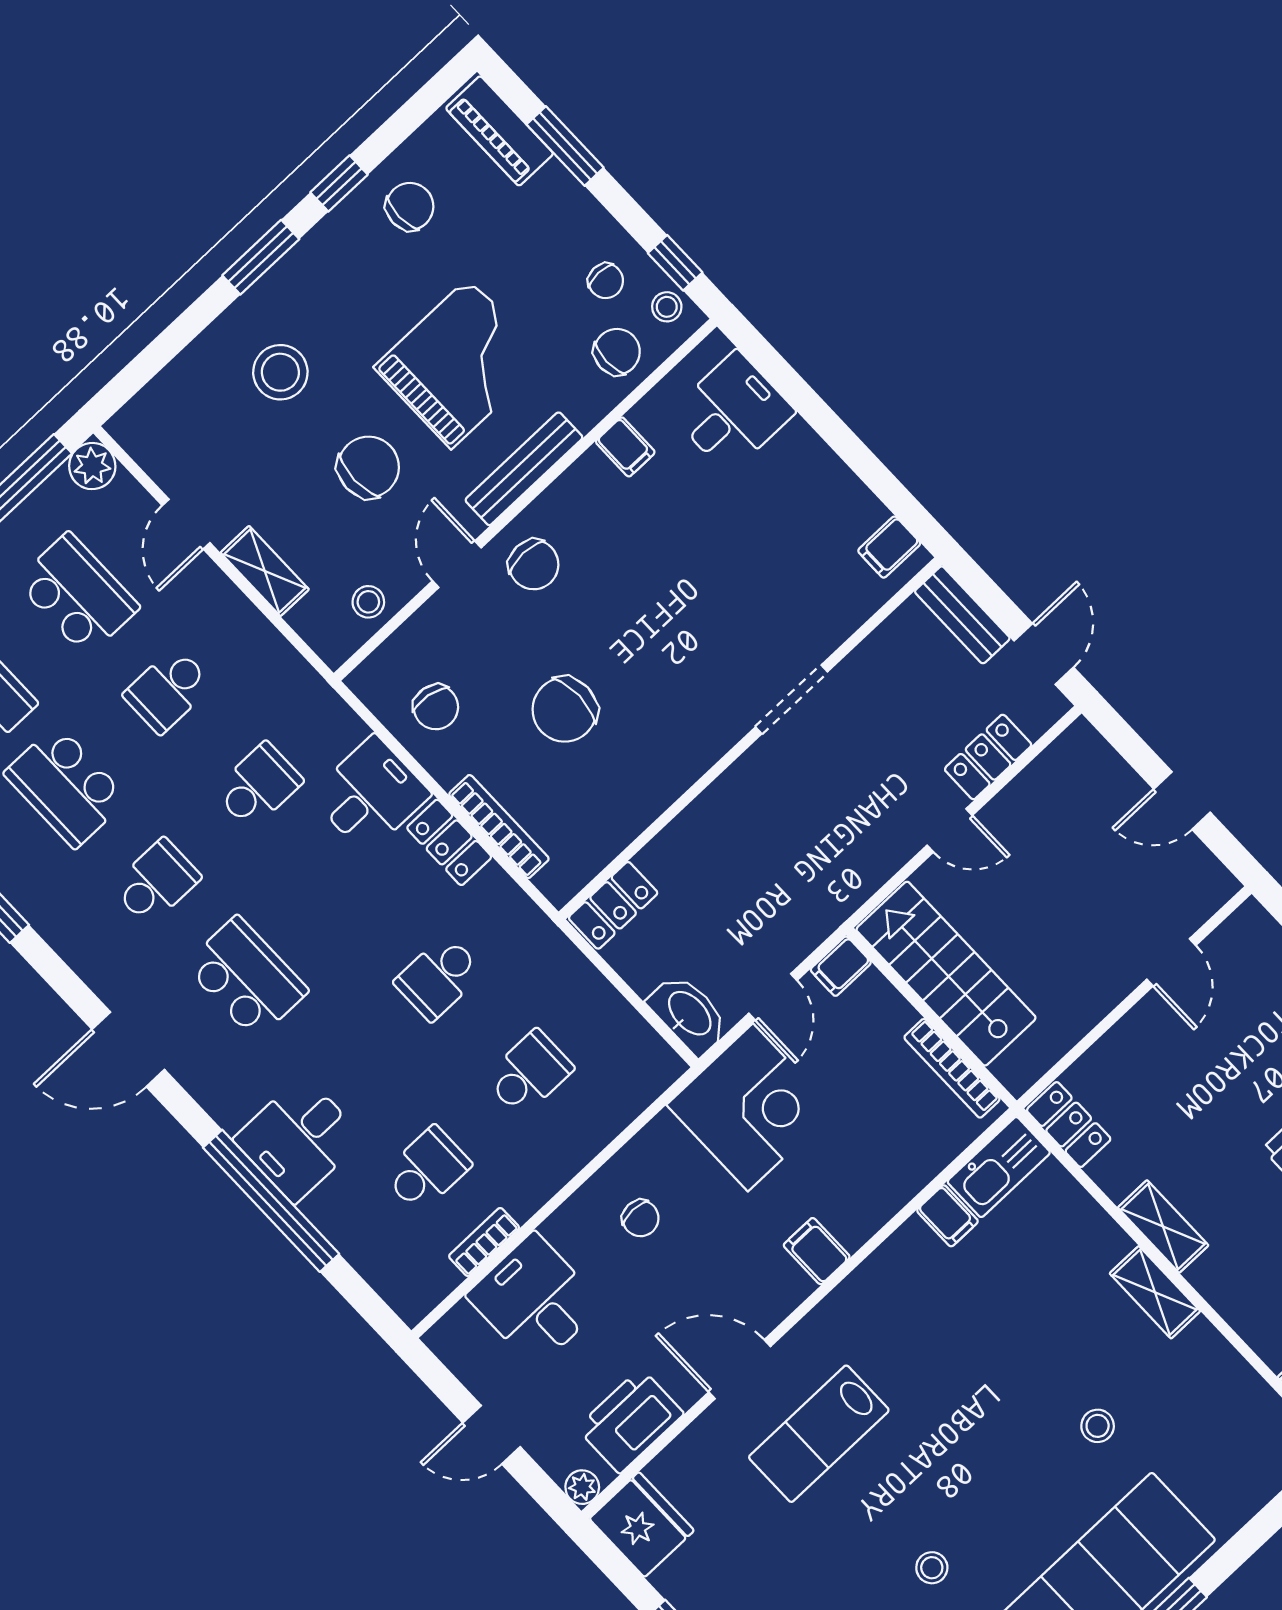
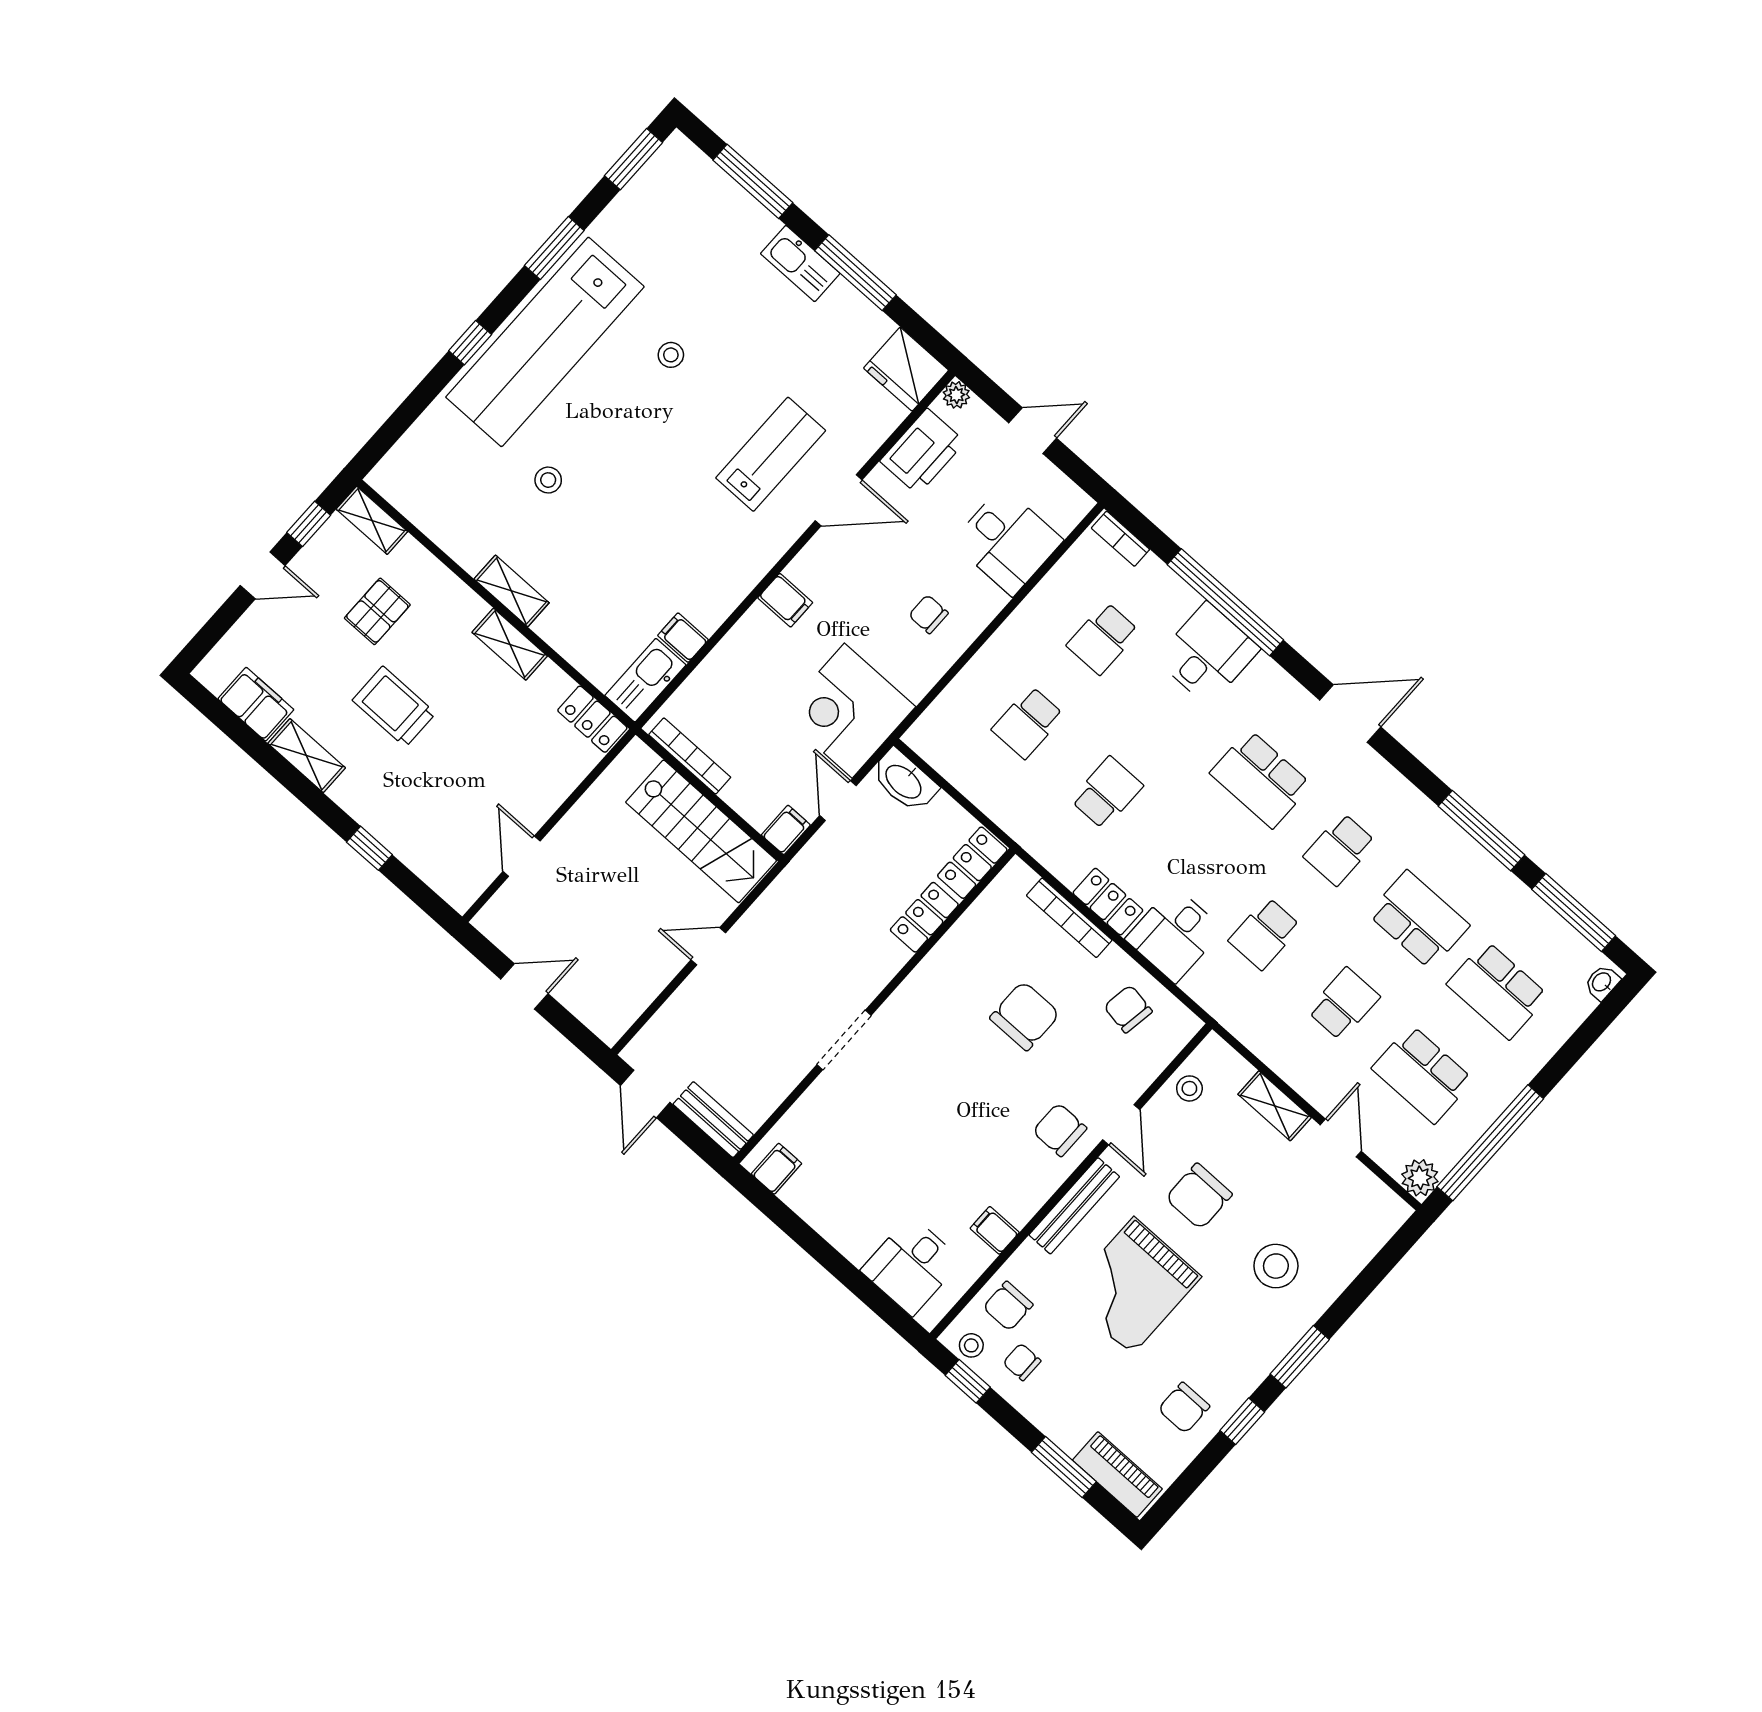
locker: (988, 757) -> (924, 917), moved, turned 180
bookcase: (484, 1242) -> (1120, 539), moved, turned 90

